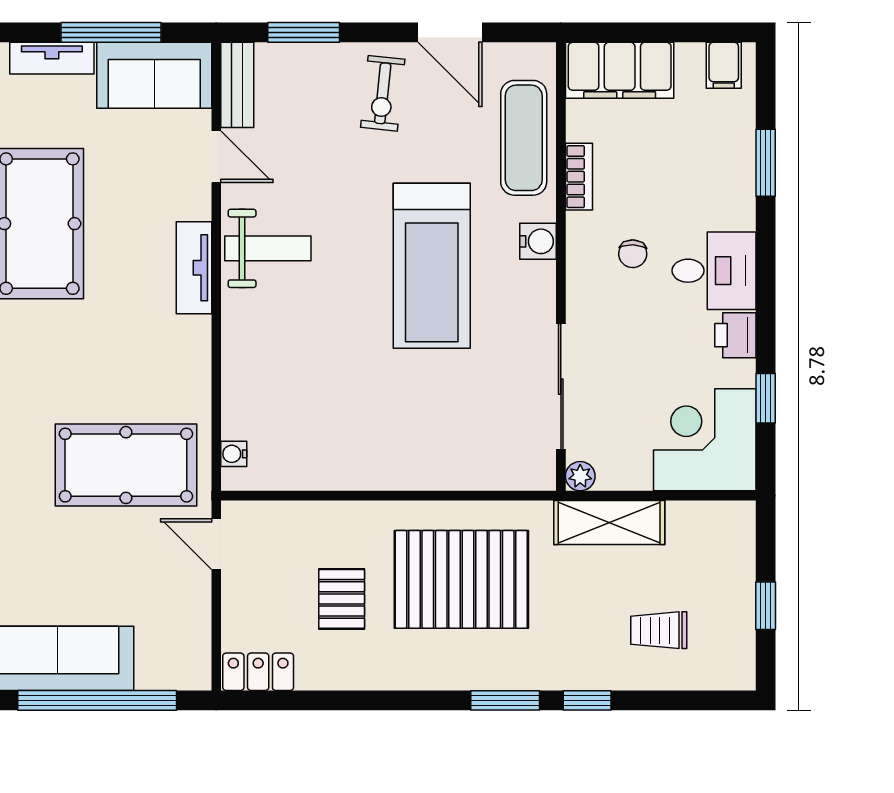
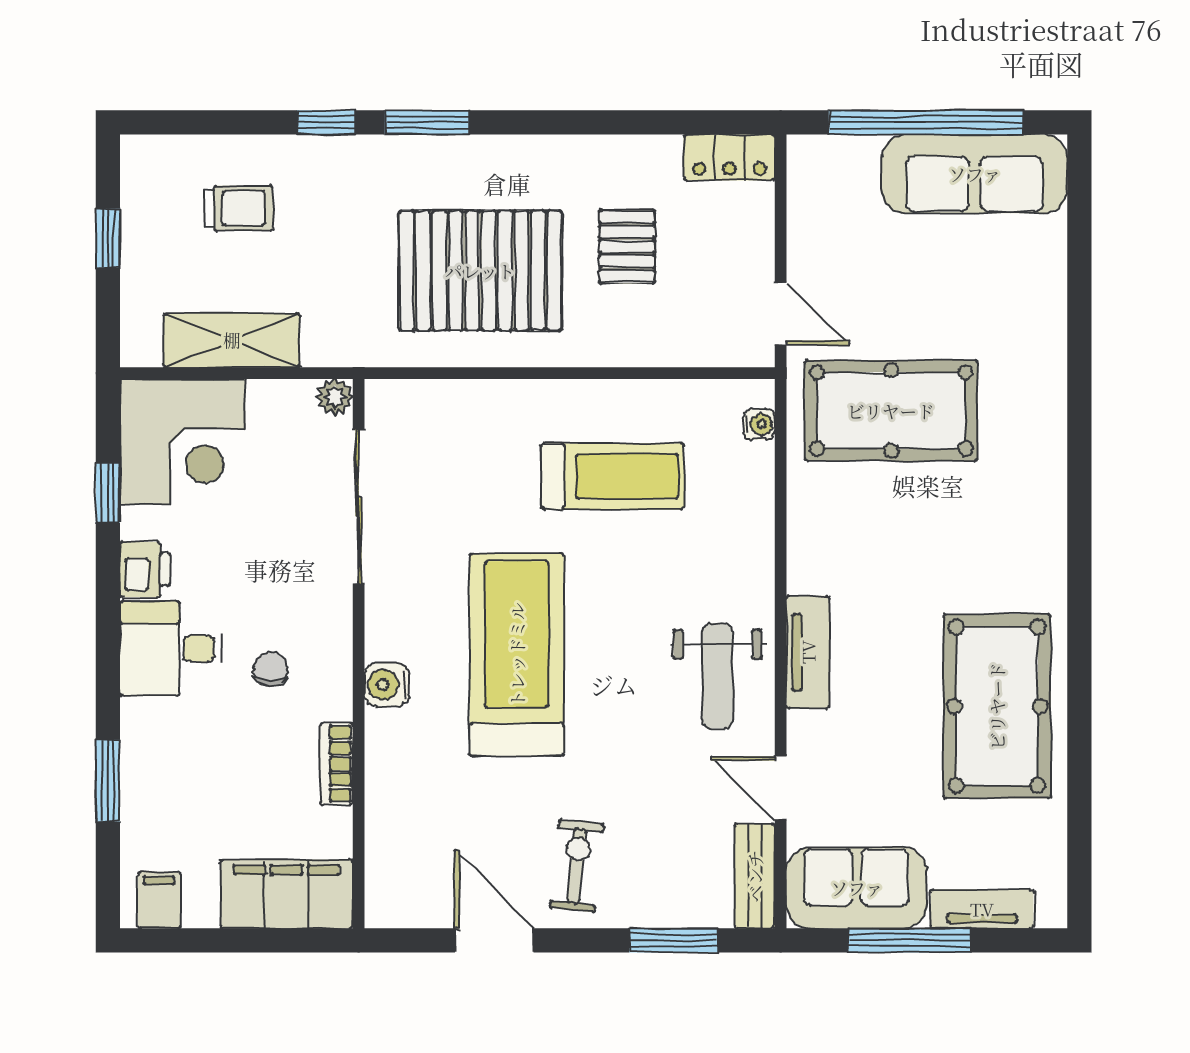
exercise mat: (524, 138) -> (404, 811), removed
weight bench: (268, 248) -> (717, 676), turned -90
treadmill: (353, 411) -> (613, 476), added
shelving: (609, 522) -> (232, 340), moved

